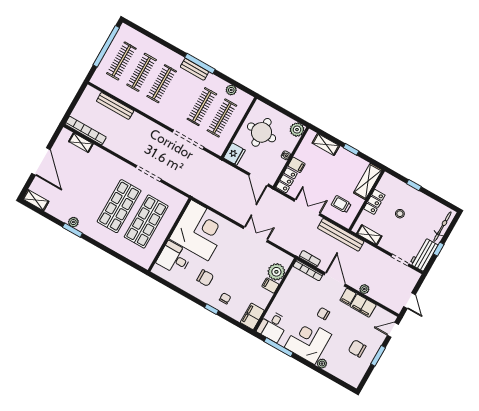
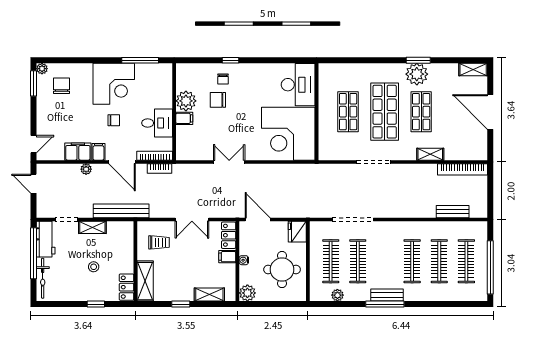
bench: (115, 106) -> (453, 212), width x0.73
shelving: (81, 143) -> (430, 154), moved
shop shelf: (92, 191) -> (421, 112), added
locker: (374, 202) -> (127, 287), moved
plant: (73, 222) -> (417, 74), width x1.88, depth x1.88
shop shelf: (146, 222) -> (348, 112), width x0.70, depth x0.74
double door: (255, 234) -> (229, 162), swing flipped
bench: (341, 235) -> (121, 211), moved
shelving: (369, 235) -> (92, 227), moved
window: (439, 249) -> (34, 253), width x3.17
desk: (174, 258) -> (298, 85), width x1.37
plant: (276, 272) -> (186, 101), moved
chair: (205, 278) -> (218, 100), moved
filing cabinet: (252, 316) -> (185, 76), removed
desk: (273, 326) -> (157, 123), moved, turned 90
chair: (357, 348) -> (61, 86), moved, turned -90
window: (378, 356) -> (34, 83), moved
plant: (322, 364) -> (42, 69), moved

